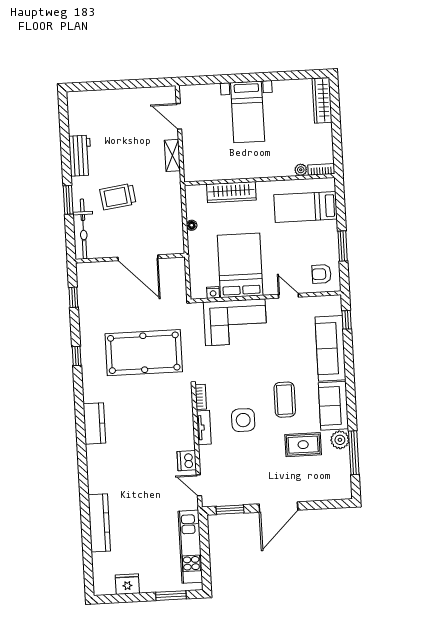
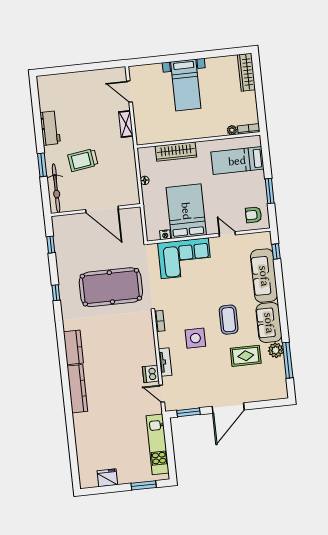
tv unit: (204, 428) -> (165, 362), moved
kitchen counter: (99, 523) -> (77, 389), moved

